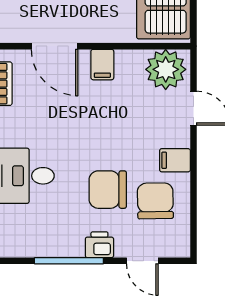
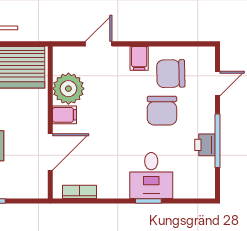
plant: (166, 69) -> (68, 89), moved
printer: (99, 245) -> (205, 145), moved

